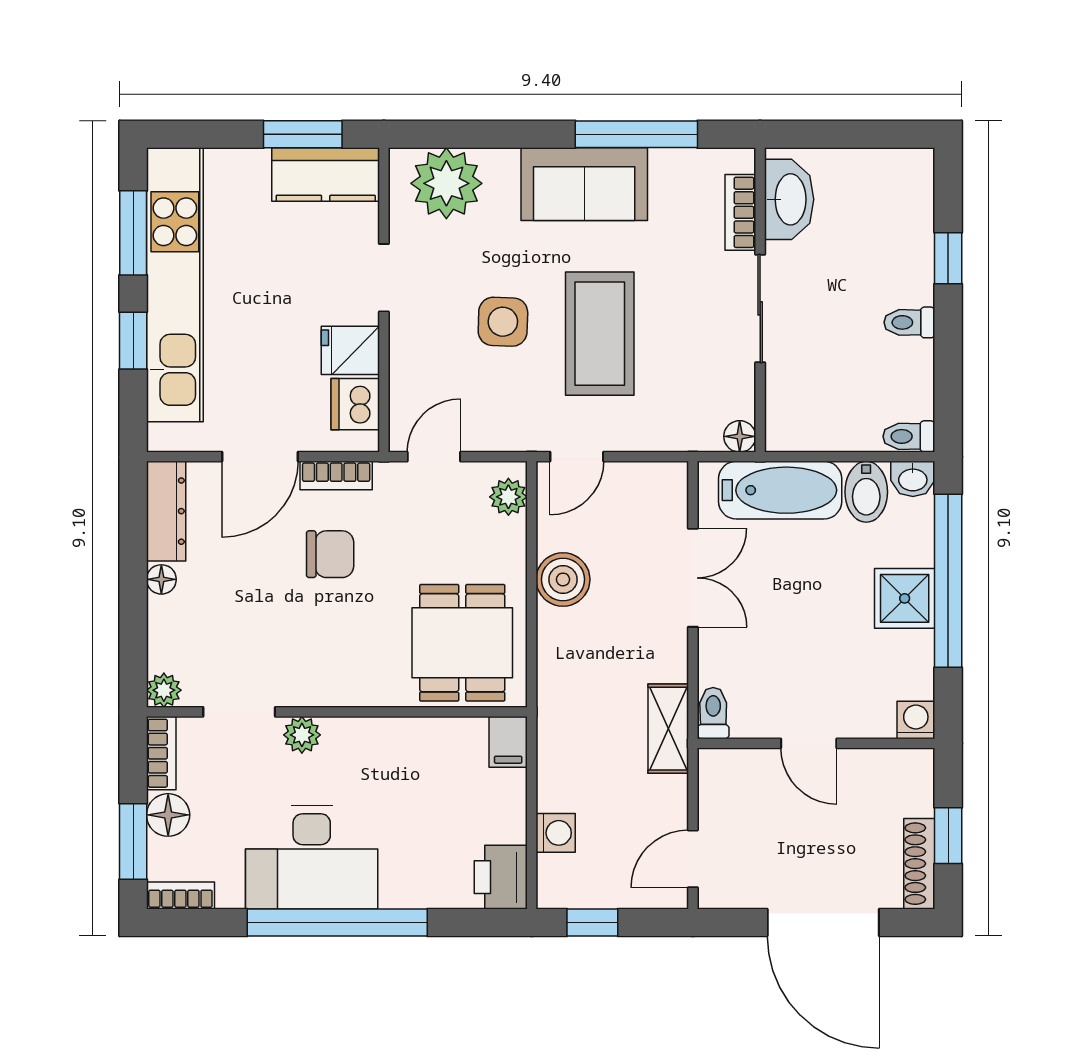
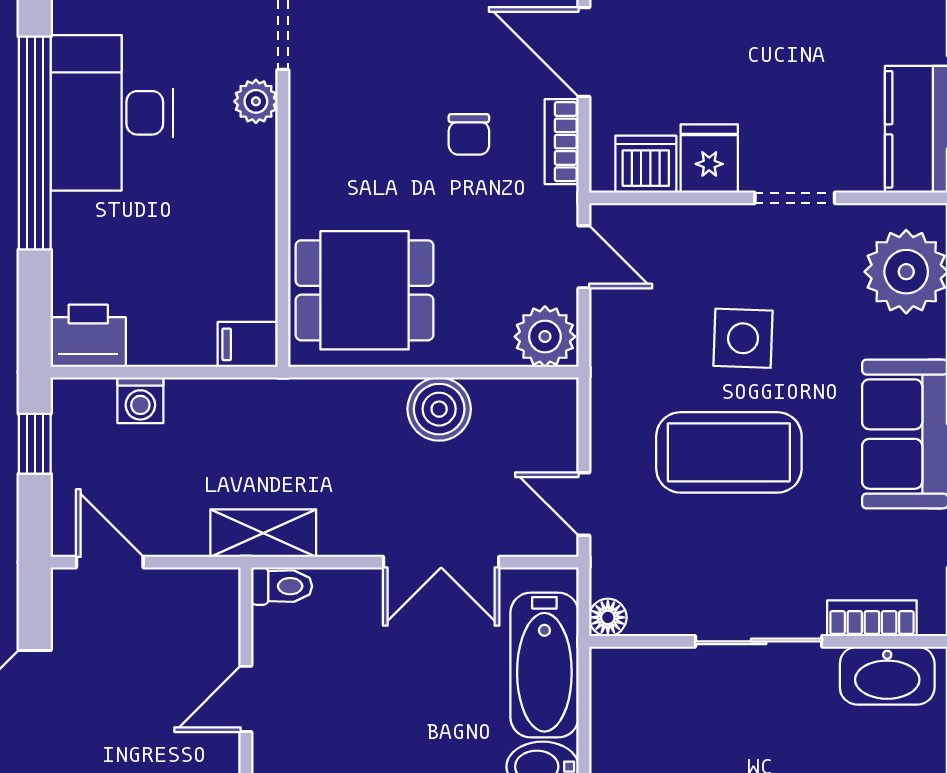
door: (577, 457) -> (584, 504), moved
plant: (508, 497) -> (545, 337), width x1.38, depth x1.38
chair: (330, 554) -> (469, 134), width x0.73, depth x0.73

